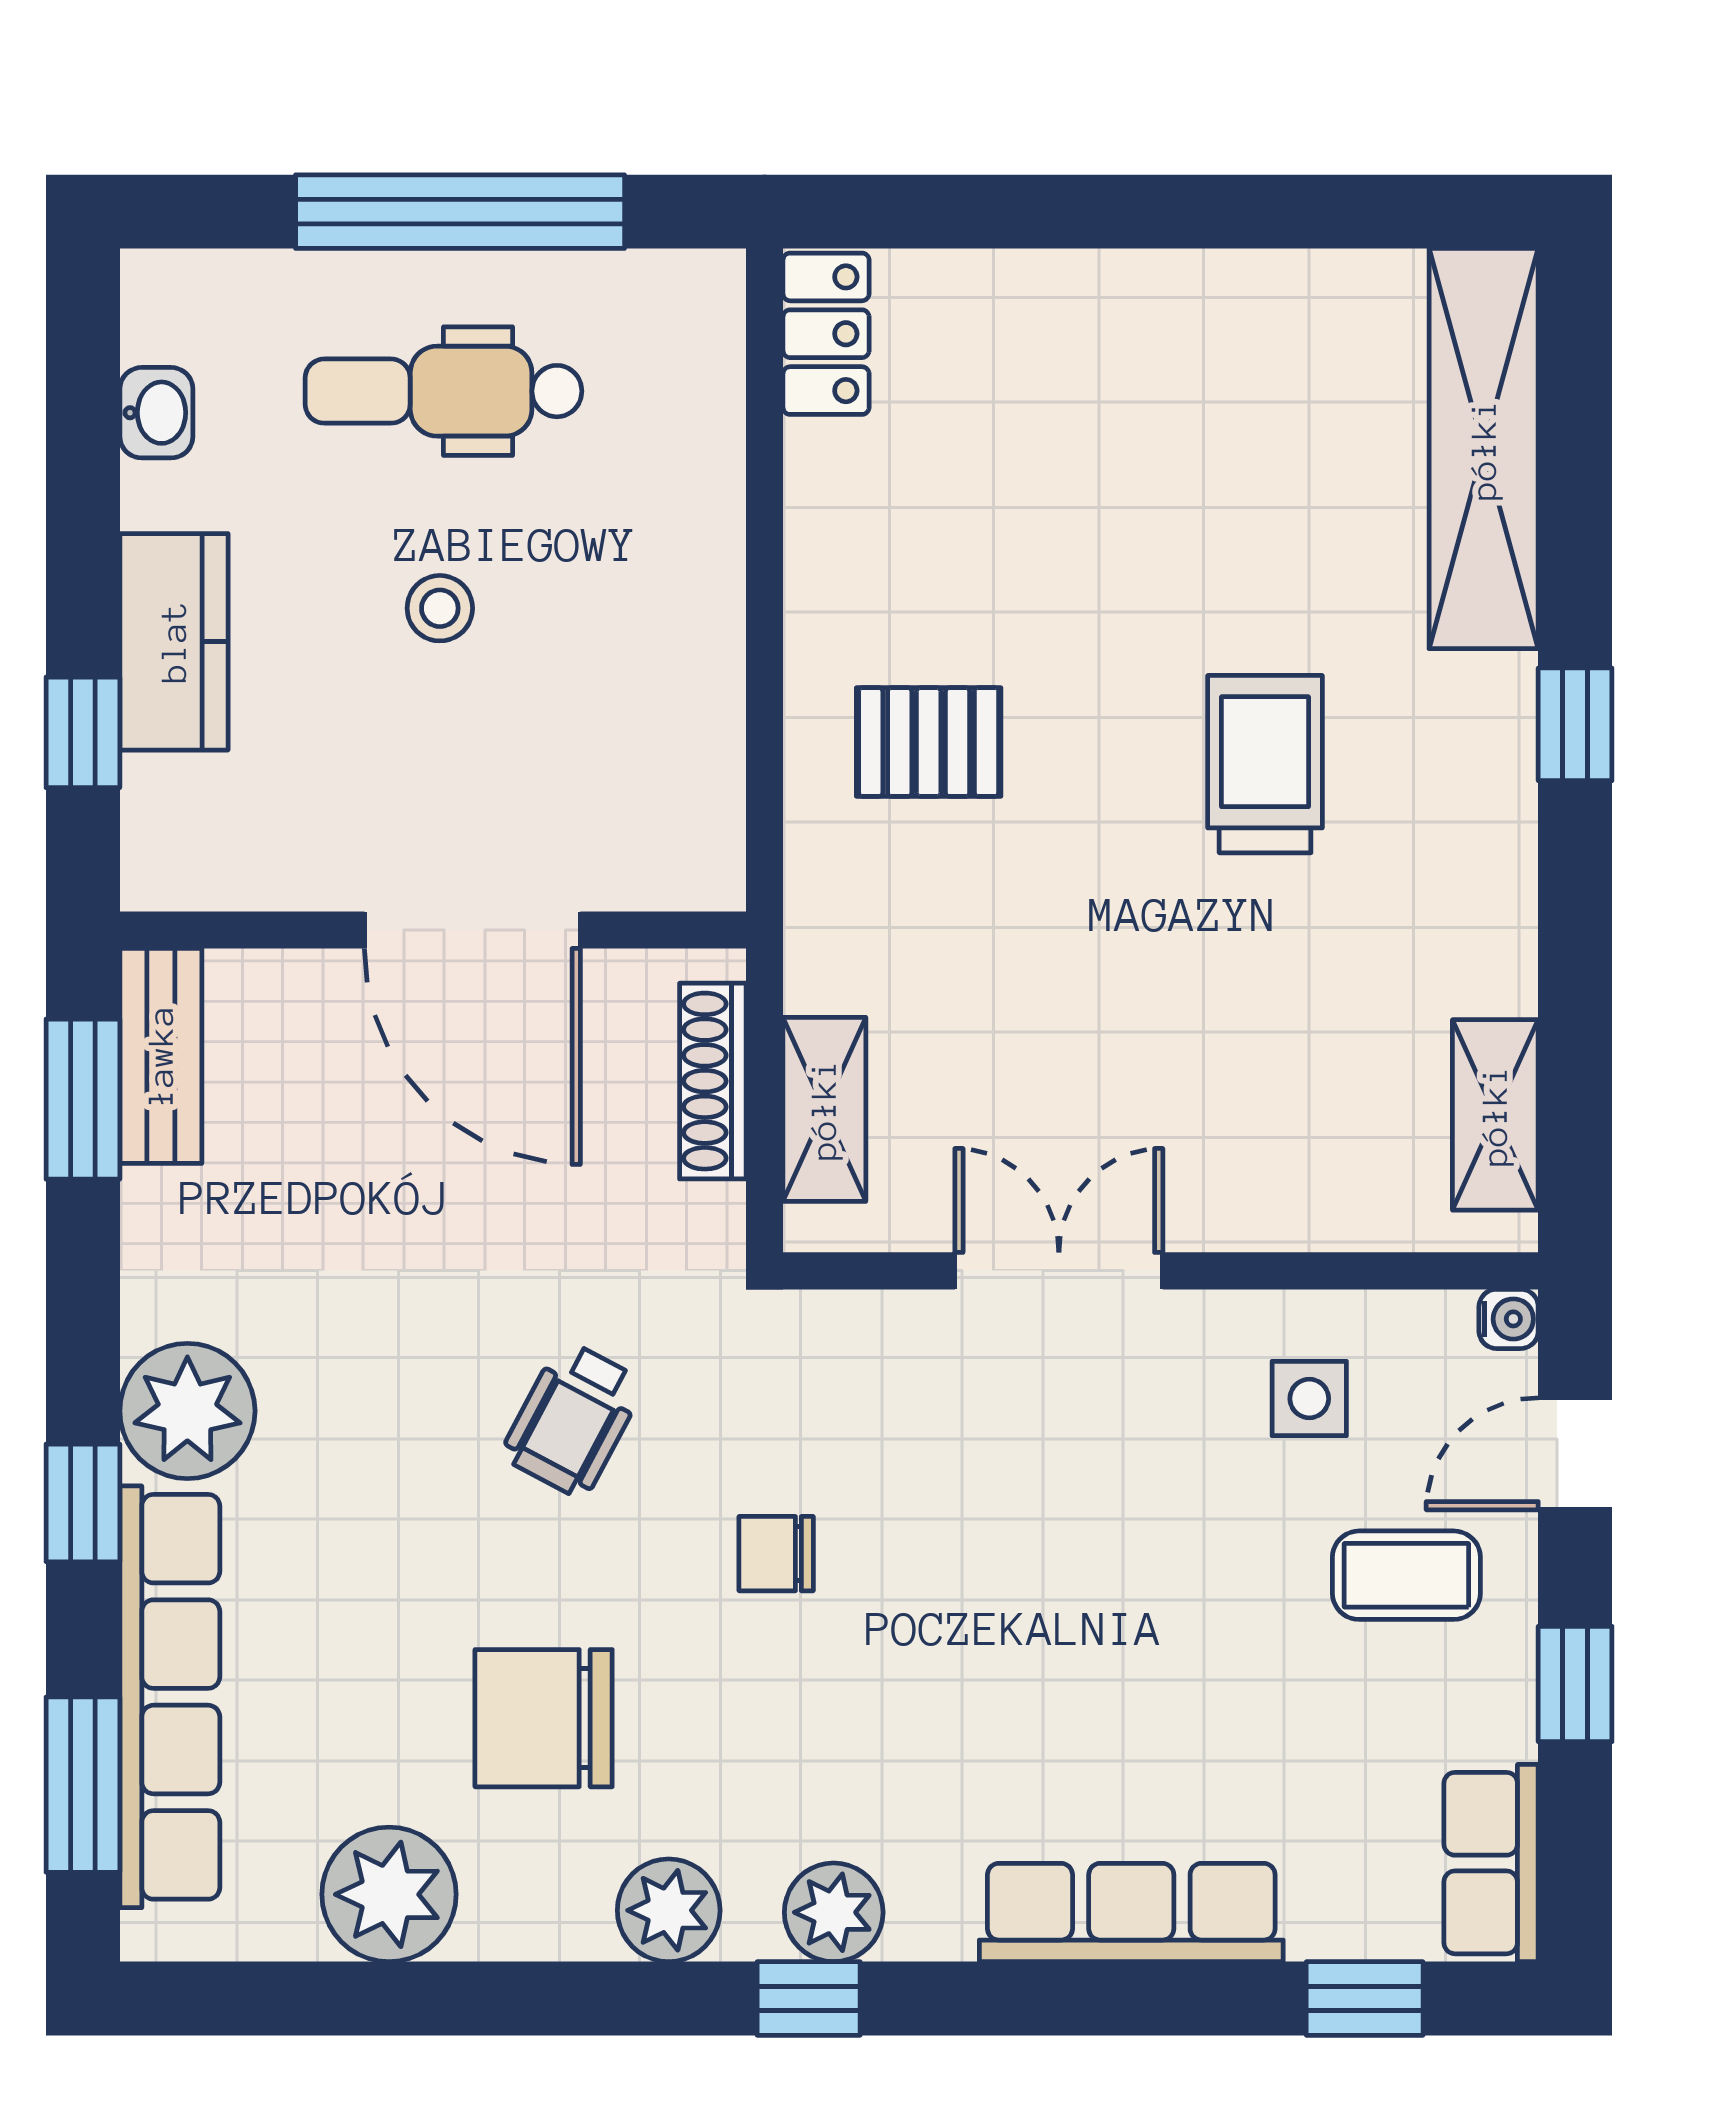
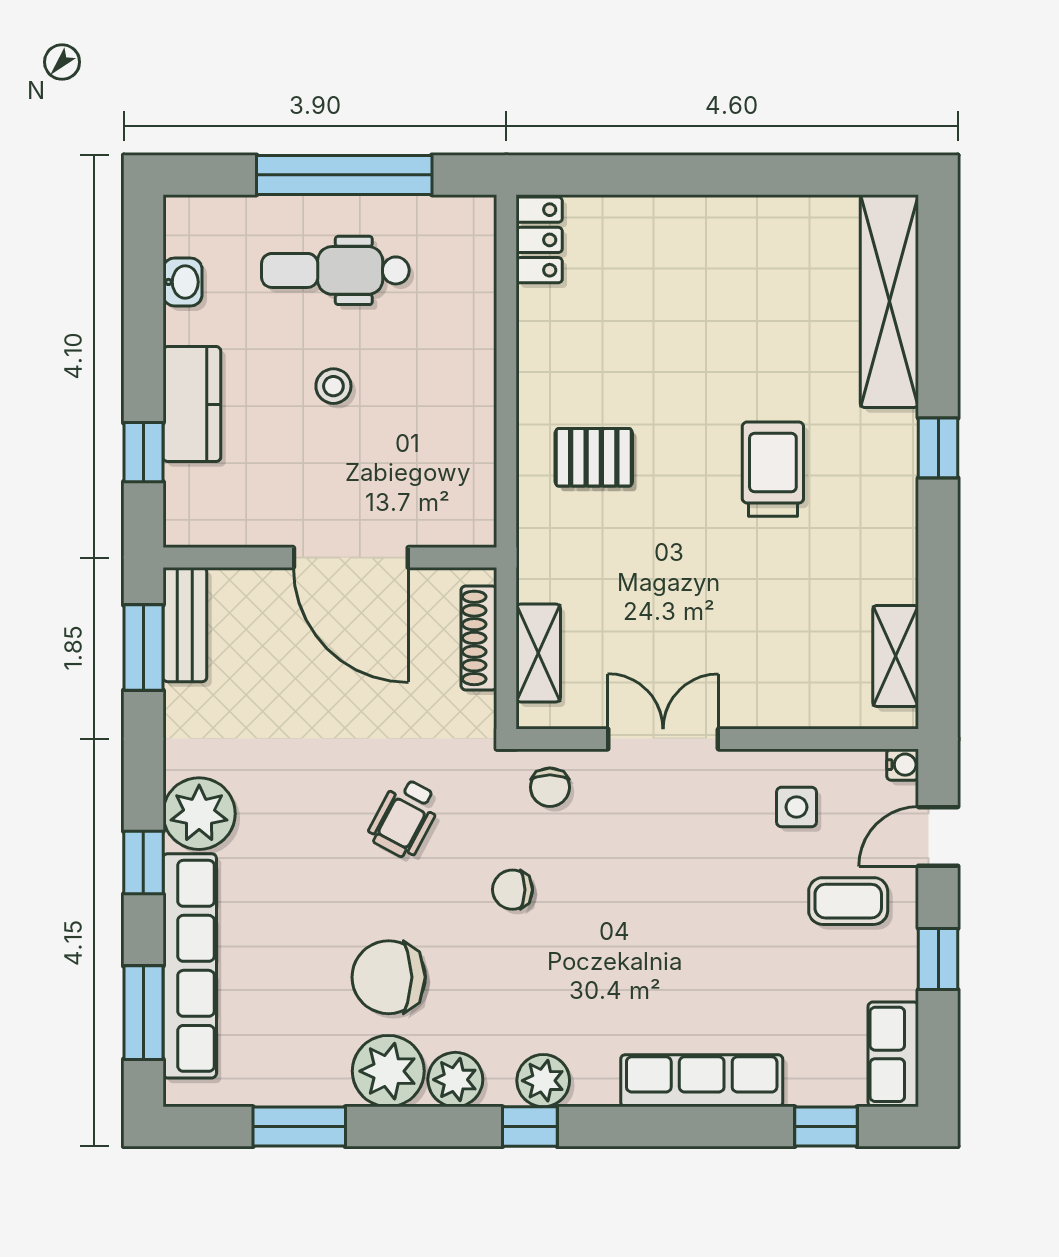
chair: (846, 1361) -> (550, 787), added
plant: (389, 1894) -> (388, 1071), moved
window: (375, 1998) -> (299, 1127), added

